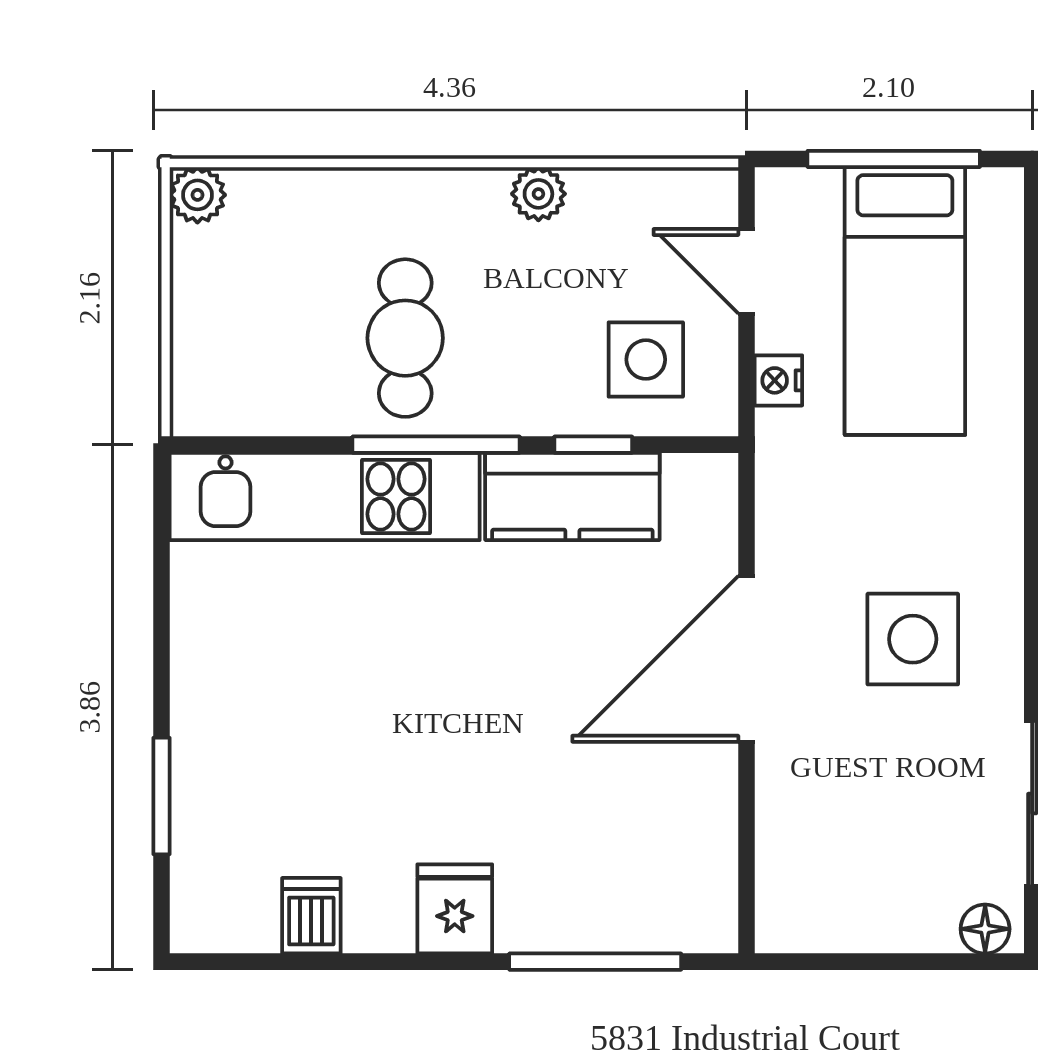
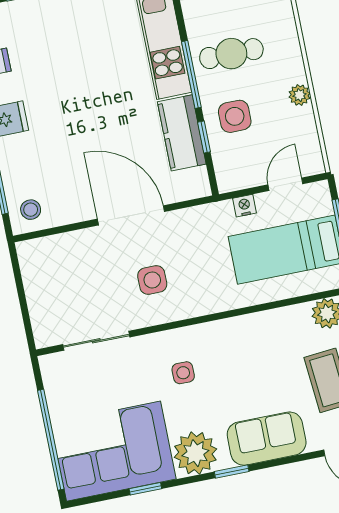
side table: (646, 360) -> (235, 116), moved
side table: (913, 639) -> (152, 280), width x0.73, depth x0.73
stool: (684, 898) -> (31, 210), added
floor lamp: (985, 929) -> (43, 332), removed

